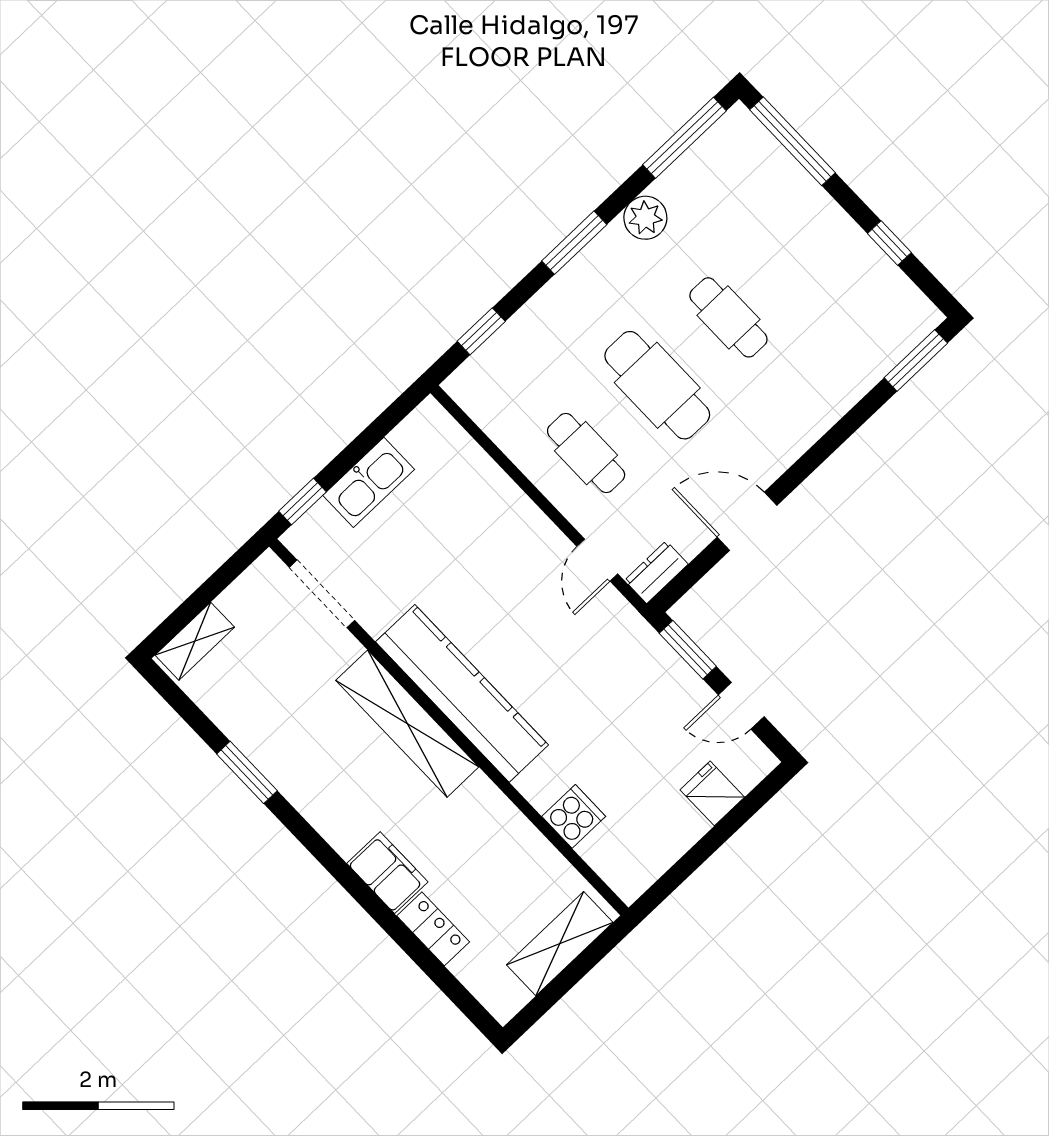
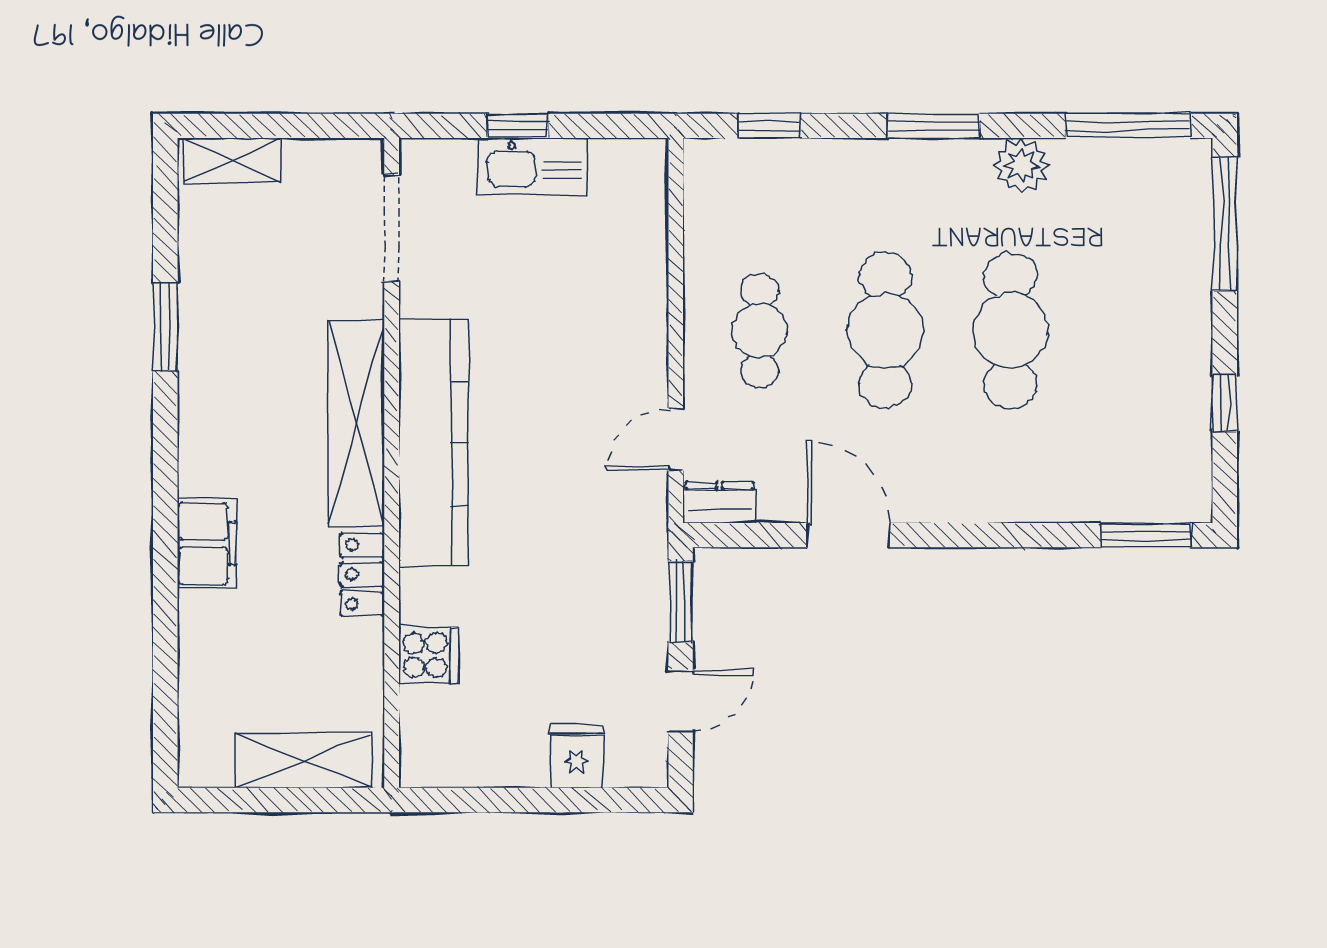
cafe table: (728, 317) -> (1011, 330), width x1.37, depth x1.35
window: (303, 501) -> (518, 126), moved
door: (741, 706) -> (681, 701), swing flipped
locker: (433, 929) -> (362, 574), moved, turned 180

